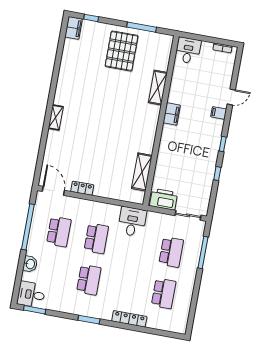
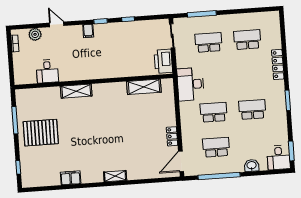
filing cabinet: (74, 28) -> (71, 178), moved
desk: (188, 50) -> (47, 71), moved, turned -90
plant: (227, 72) -> (35, 34), added
shelving: (158, 88) -> (76, 91), moved
filing cabinet: (219, 113) -> (88, 31), moved
filing cabinet: (172, 114) -> (85, 74), removed
desk: (132, 222) -> (190, 84), width x1.37

